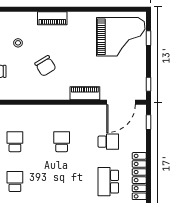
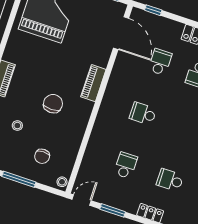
chair: (45, 66) -> (53, 104), turned -59
piano: (85, 93) -> (93, 83), moved
school desk: (15, 142) -> (126, 165), turned 90

